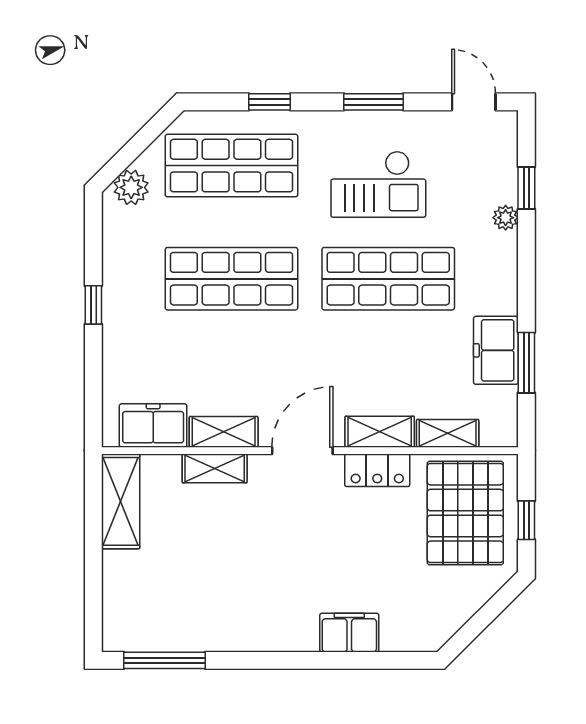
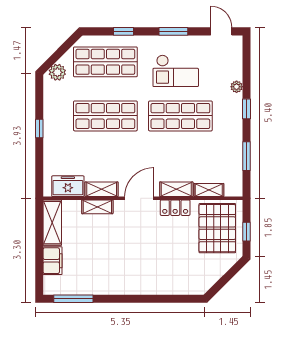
window: (526, 188) -> (247, 109), moved
freezer: (496, 350) -> (232, 150), removed
filing cabinet: (349, 633) -> (53, 261), moved, turned 90

